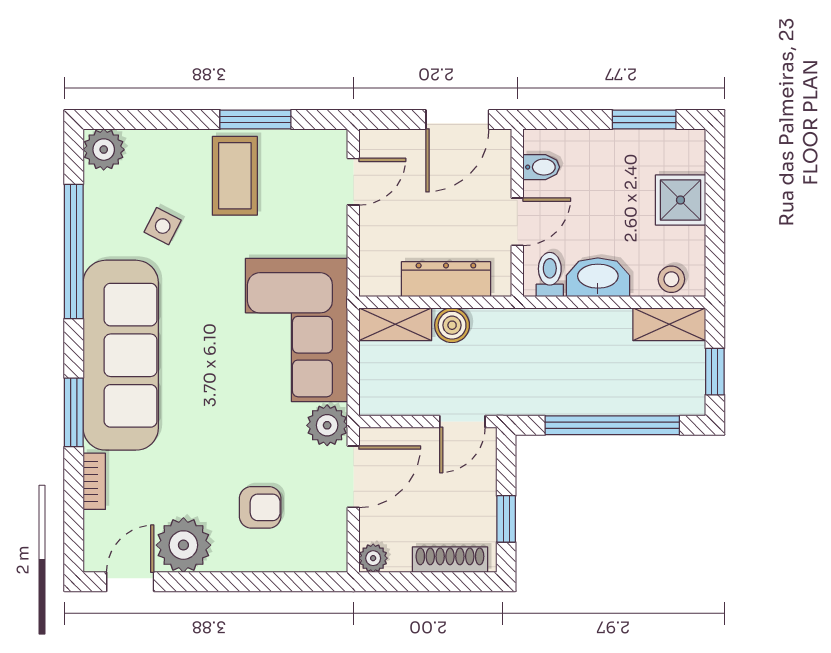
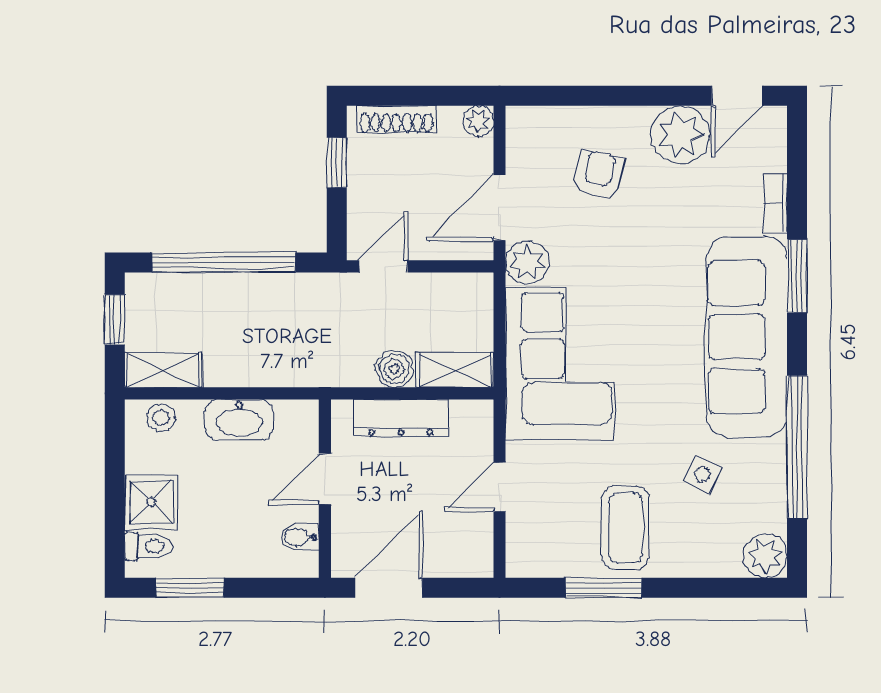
door: (353, 182) -> (499, 487), moved
toilet: (550, 274) -> (148, 546), moved, turned -90
armchair: (260, 507) -> (599, 175), turned 103

